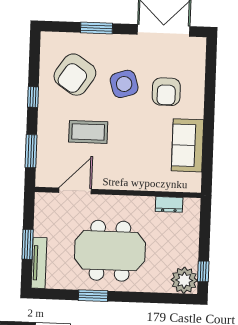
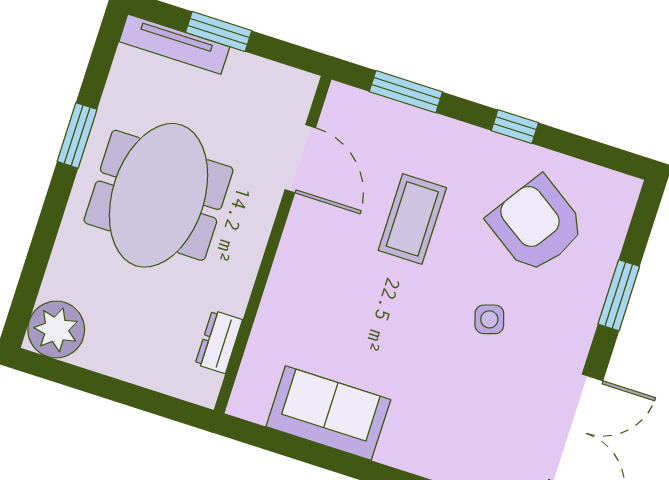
side table: (124, 84) -> (489, 319), width x0.54, depth x0.54
armchair: (166, 92) -> (450, 401), removed
window: (203, 271) -> (63, 373), removed

